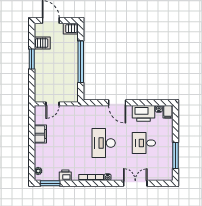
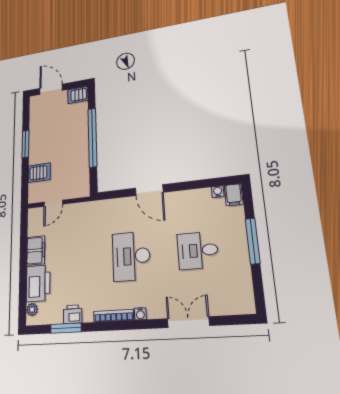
server rack: (42, 43) -> (39, 173), moved
printer: (143, 113) -> (38, 283), moved, turned -90
window: (176, 155) -> (253, 241), moved
window: (50, 183) -> (66, 328), moved

